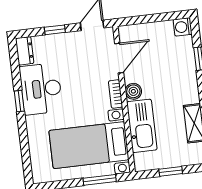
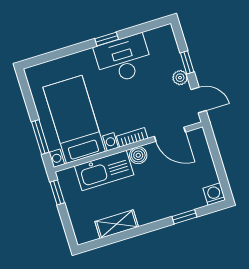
plant: (68, 39) -> (180, 78), added
dresser: (25, 51) -> (160, 35), removed
window: (171, 171) -> (57, 192), moved

